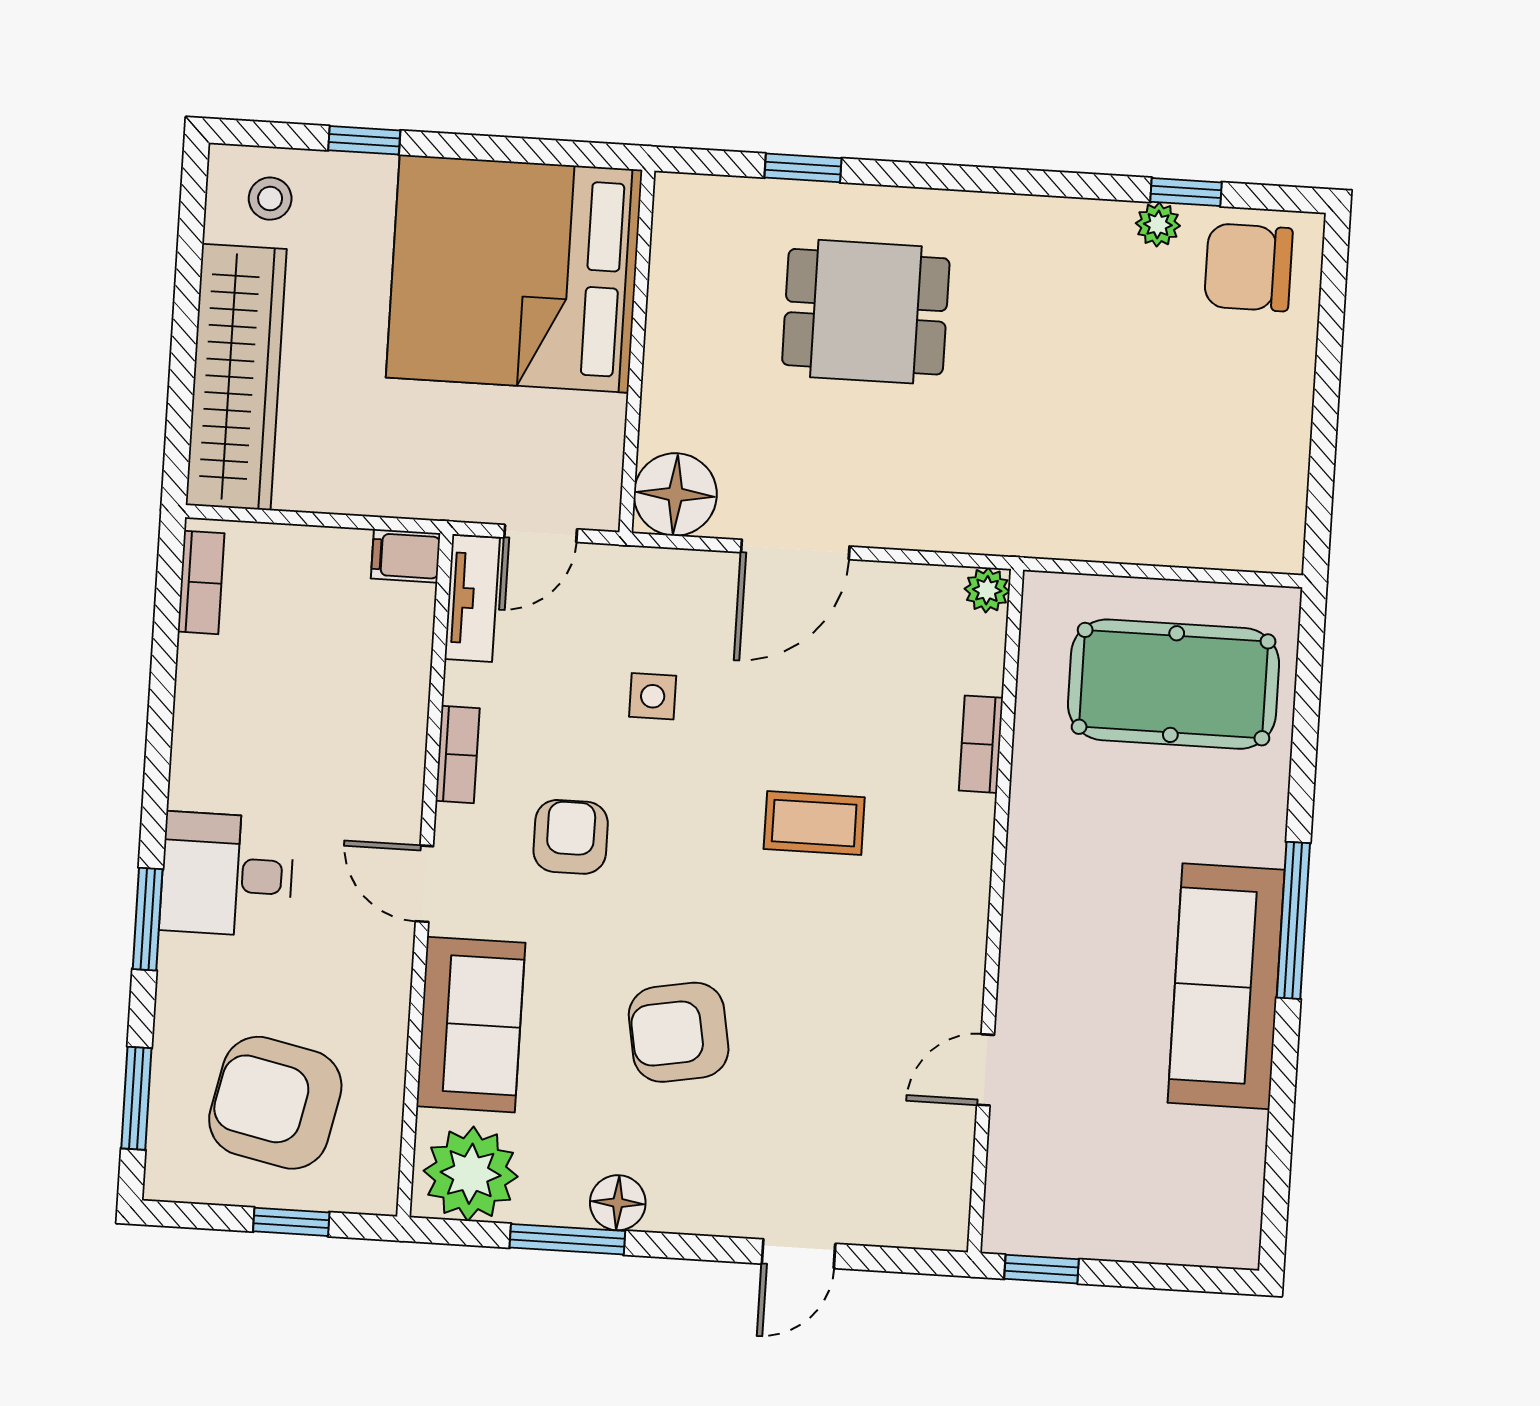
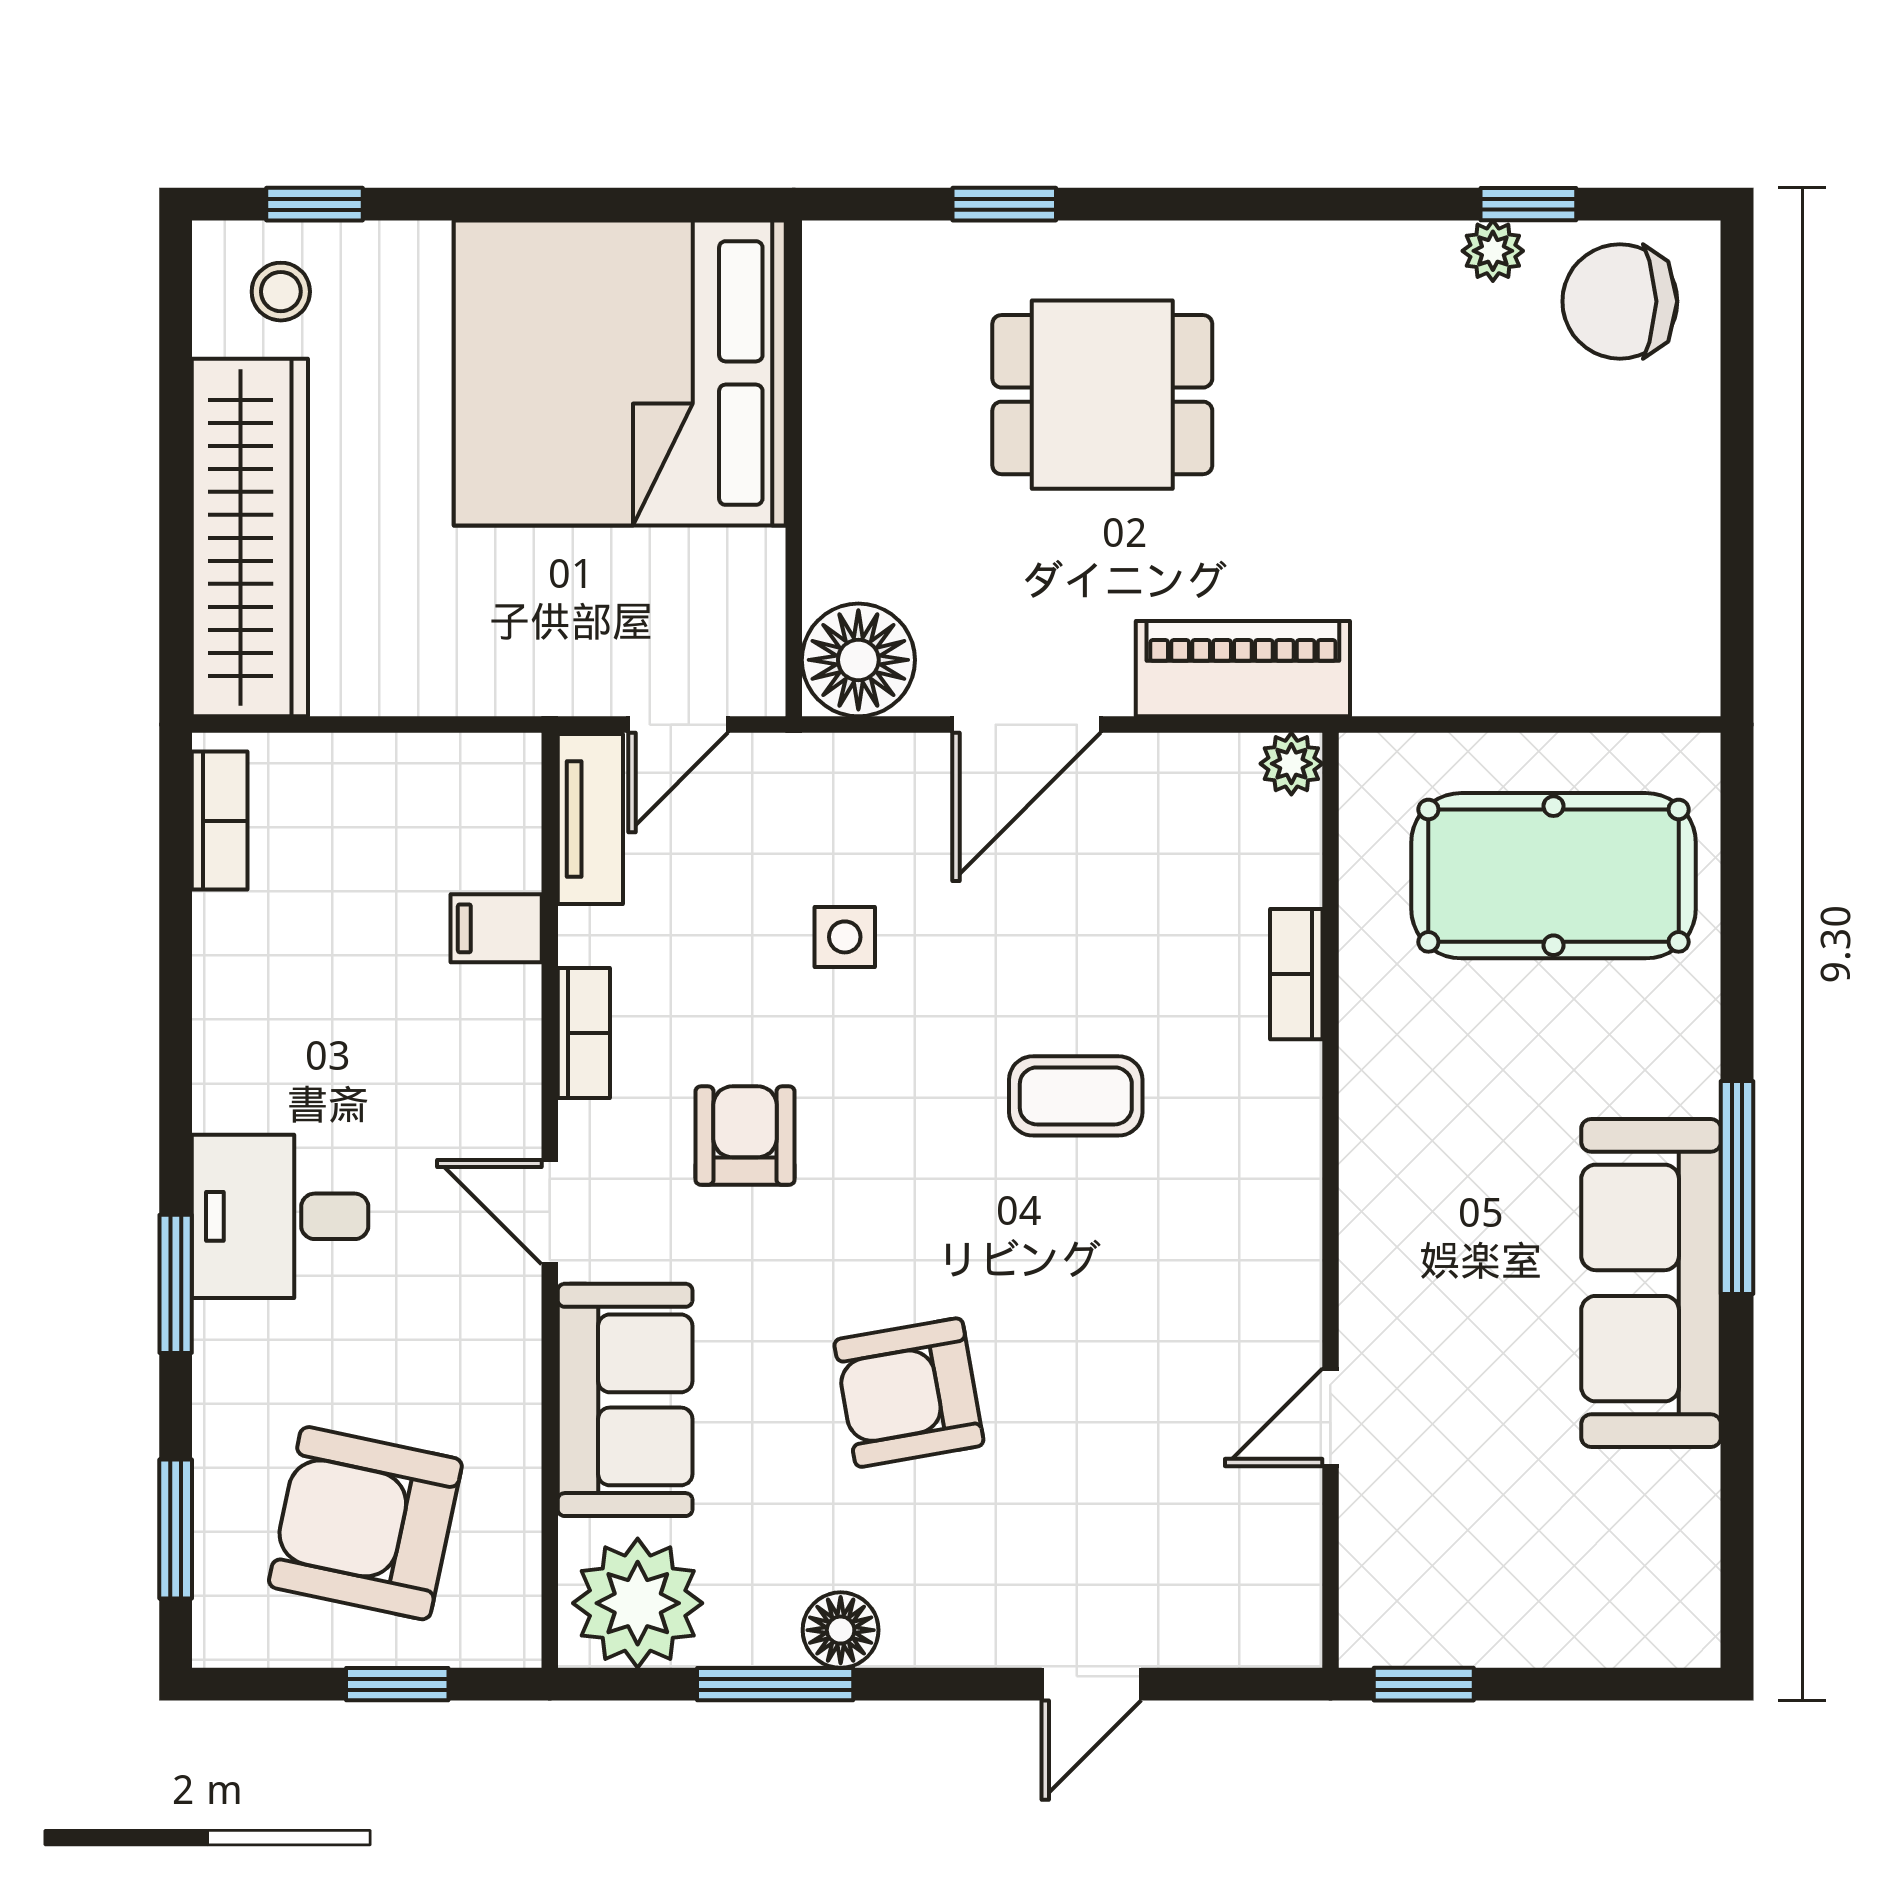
window: (364, 140) -> (315, 204), moved
piano: (956, 518) -> (1243, 669), added
filing cabinet: (406, 556) -> (496, 928), moved

